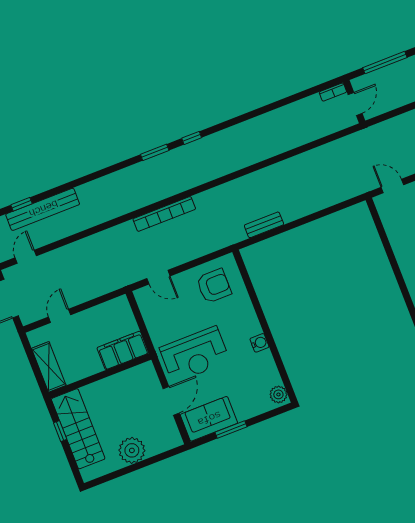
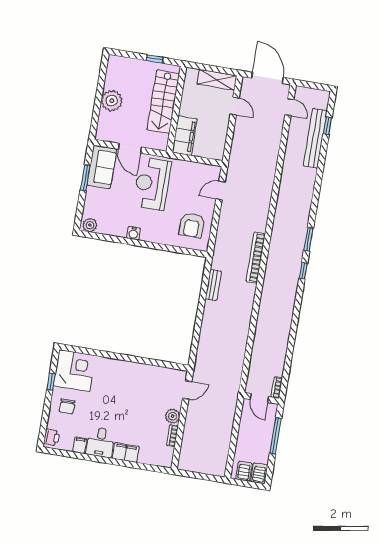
bookcase: (164, 214) -> (256, 258), moved
shelving: (49, 367) -> (217, 80), moved
stairs: (78, 429) -> (163, 102), moved, turned 90

